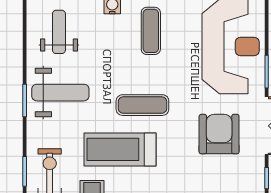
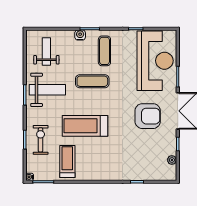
exercise mat: (142, 105) -> (92, 81), moved
armchair: (219, 134) -> (148, 116), turned 90

